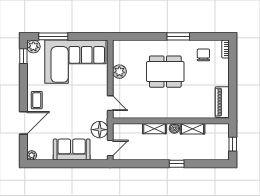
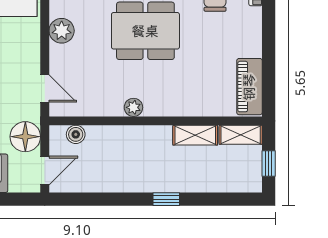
plant: (159, 113) -> (133, 107), added
boiler: (174, 128) -> (76, 134), moved
shelving: (154, 129) -> (241, 135), moved

